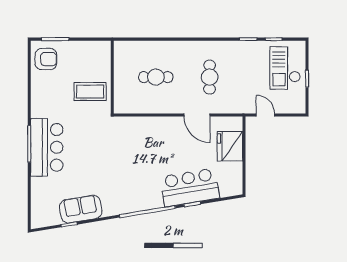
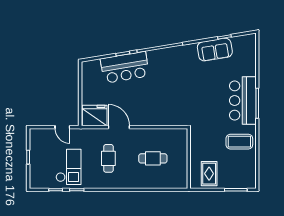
armchair: (46, 59) -> (243, 173), removed
rug: (88, 59) -> (209, 174), added
checkout: (285, 68) -> (69, 167), moved
coffee table: (90, 92) -> (239, 142), moved
fridge: (230, 146) -> (95, 116), moved, turned -90

